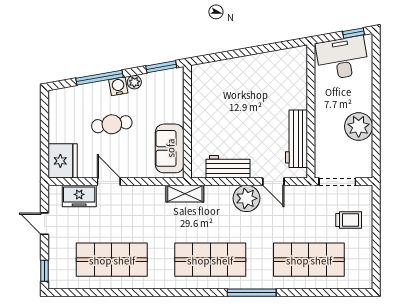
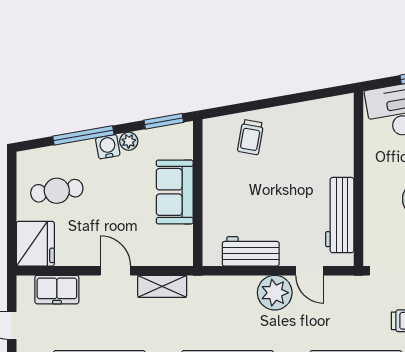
trolley: (228, 79) -> (251, 137), added
cafe table: (112, 124) -> (57, 191), moved
sofa: (170, 148) -> (175, 192), moved
door: (109, 182) -> (115, 271), moved
shelving: (185, 194) -> (162, 286), moved

